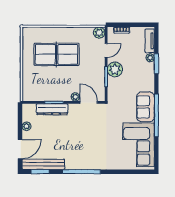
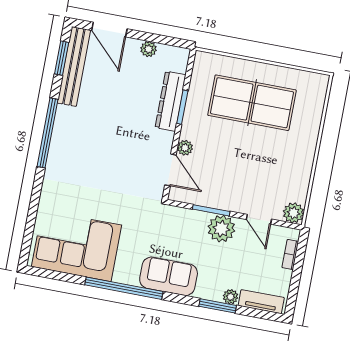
table tennis table: (57, 54) -> (252, 103), moved, turned 90
door: (89, 102) -> (170, 170), hinge flipped
sofa: (146, 107) -> (169, 276), moved

